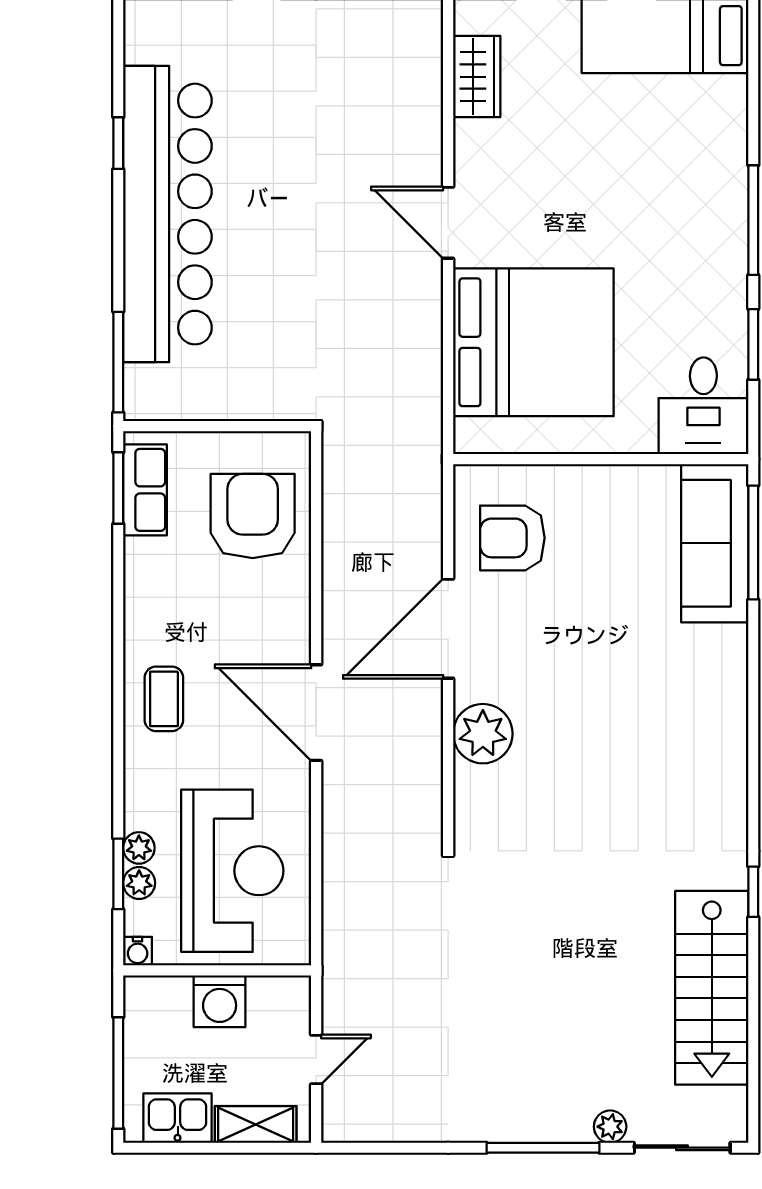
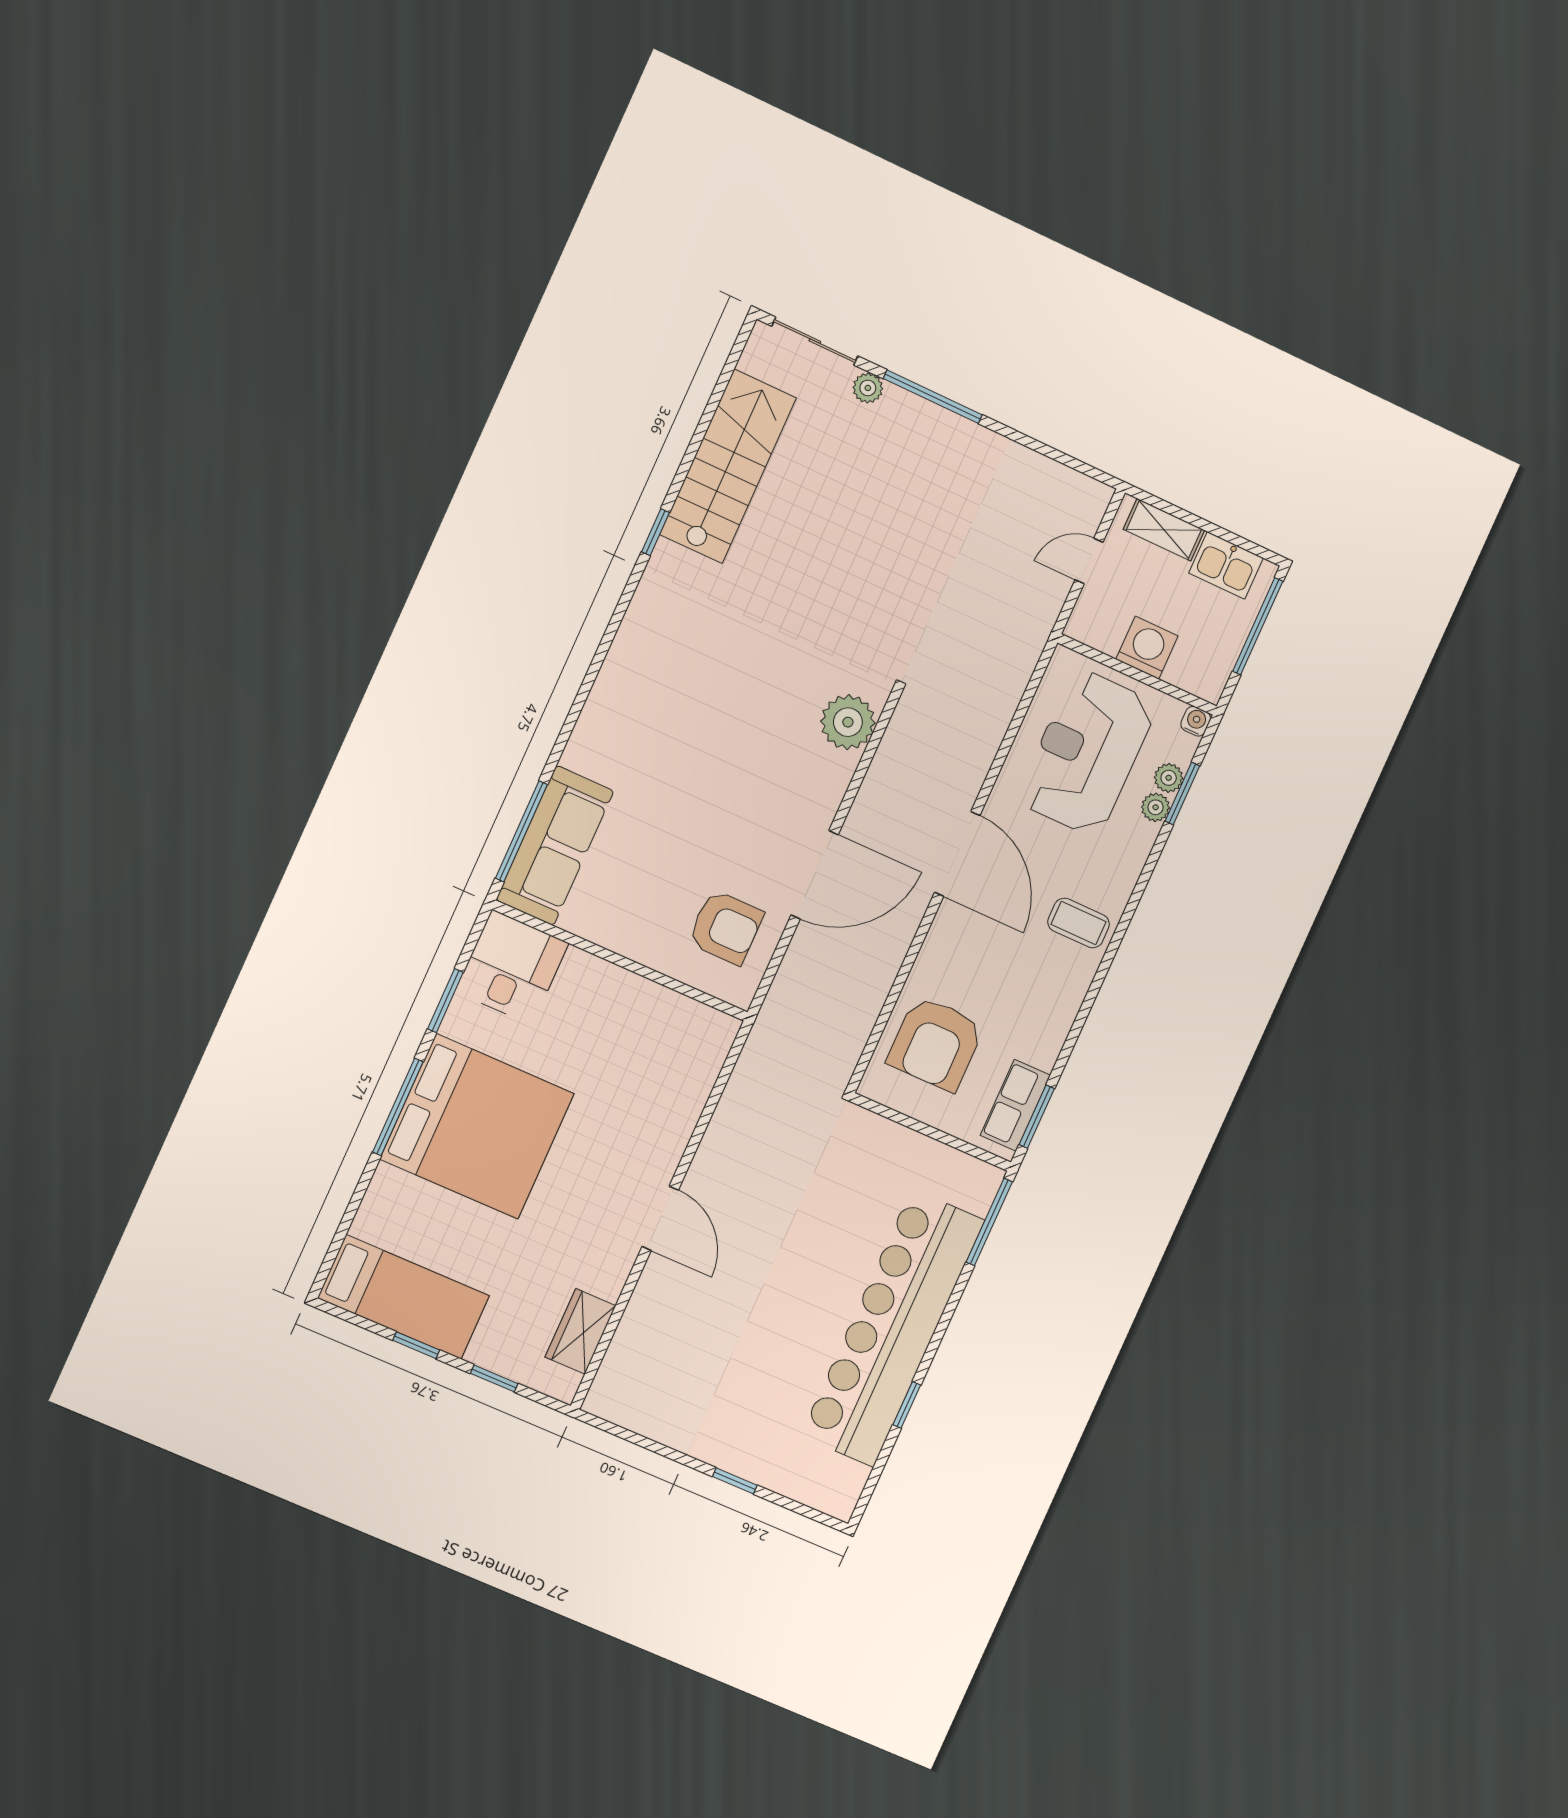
bed: (533, 342) -> (477, 1126), moved, turned 180
coffee table: (164, 699) -> (1079, 923), turned 90
plant: (483, 734) -> (848, 722), moved

